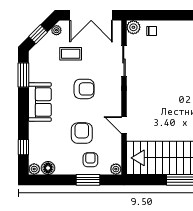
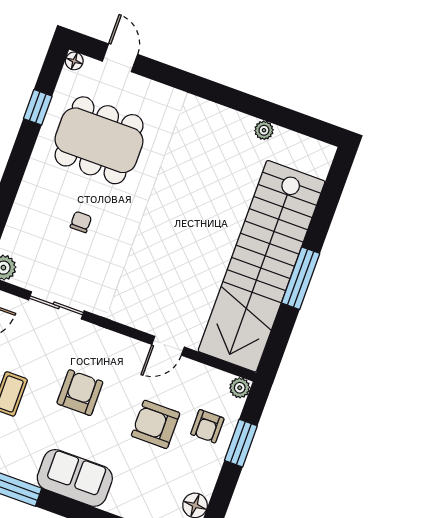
chair: (152, 31) -> (81, 222), moved
armchair: (90, 160) -> (207, 426), turned -90

